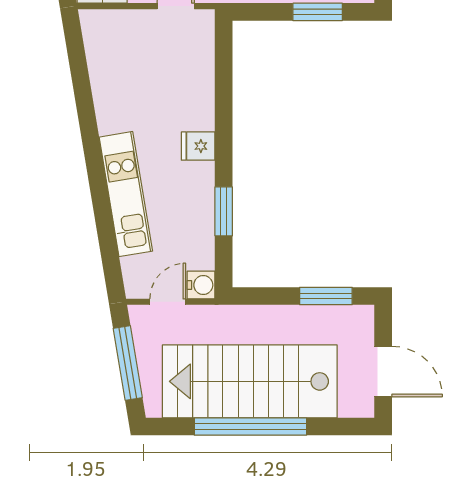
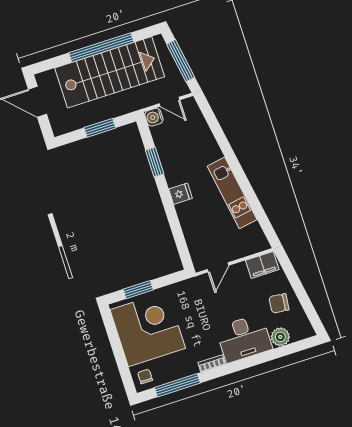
kitchen unit: (126, 194) -> (232, 193), moved
window: (326, 296) -> (100, 128), moved
door: (168, 302) -> (169, 102), hinge flipped

